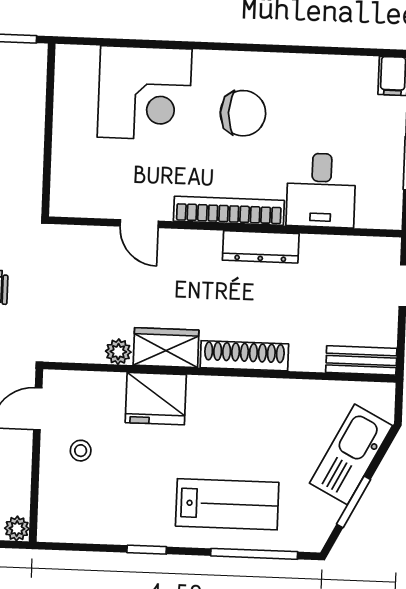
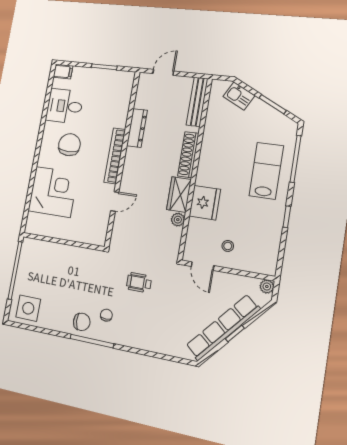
desk: (321, 190) -> (65, 106), moved, turned 180
dresser: (261, 247) -> (137, 128), moved
bench: (361, 360) -> (197, 102), width x1.36
kitchen sink: (351, 454) -> (239, 96), width x0.53, depth x0.81

